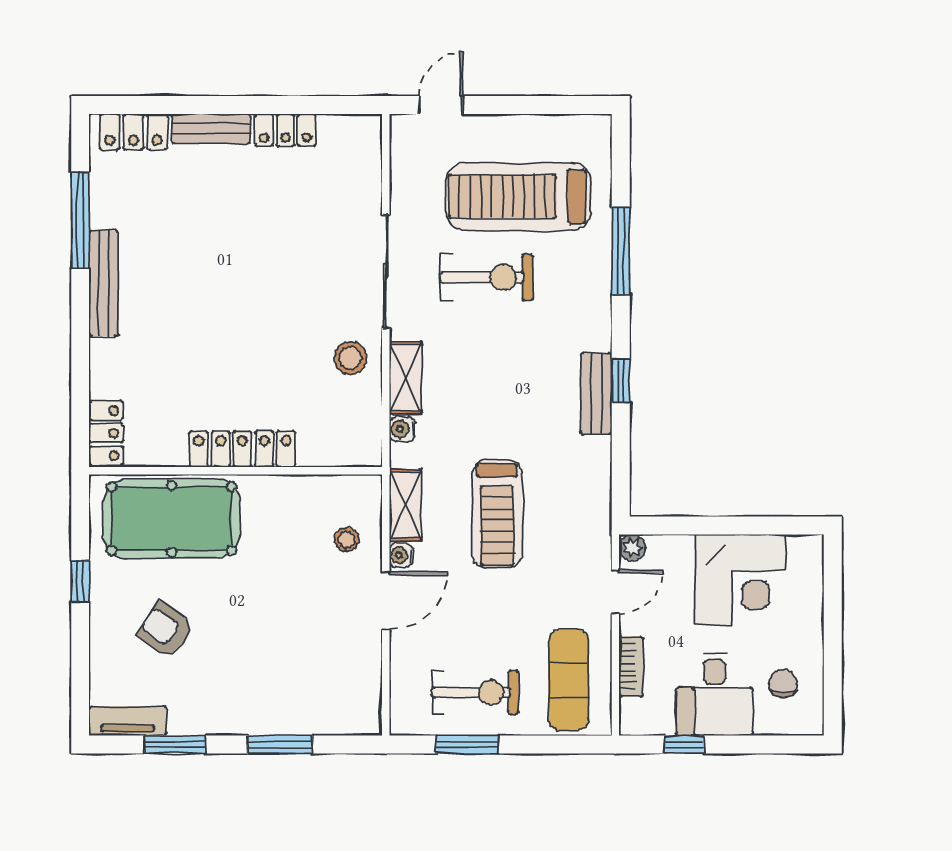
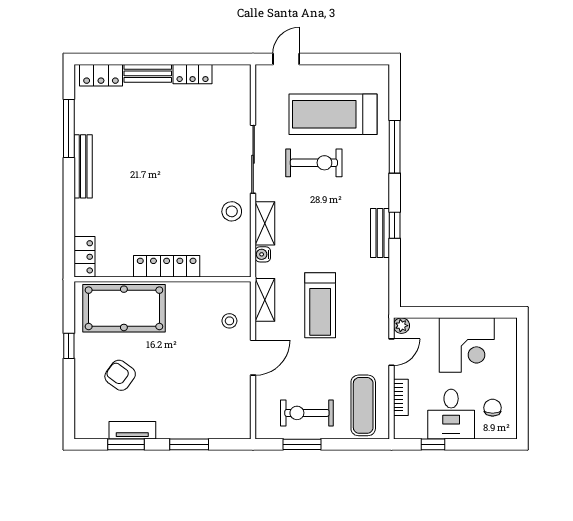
water cooler: (401, 555) -> (262, 330), removed
exercise bike: (475, 692) -> (307, 413), turned 180
tv unit: (128, 721) -> (132, 430), moved

